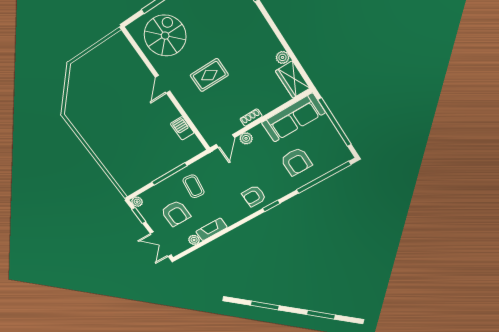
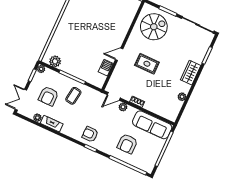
wardrobe: (293, 80) -> (191, 73), moved
door: (163, 84) -> (119, 54), moved
plant: (137, 181) -> (55, 61), added

